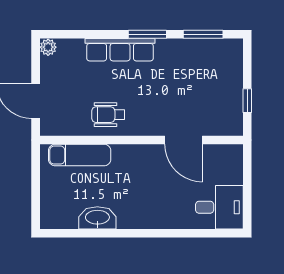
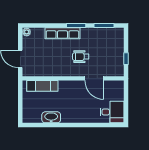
wheelchair: (108, 115) -> (81, 57), moved

